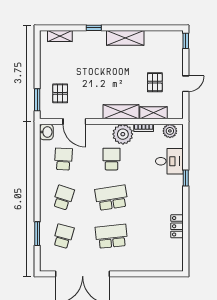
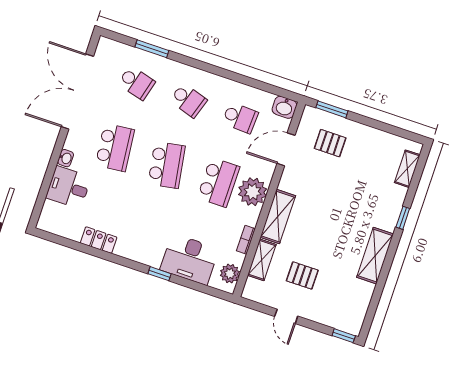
plant: (123, 134) -> (253, 192), moved
school desk: (111, 159) -> (218, 182), width x1.85
desk: (169, 161) -> (189, 259), width x1.37
desk: (149, 258) -> (69, 187), added
washbasin: (130, 267) -> (66, 158), added

